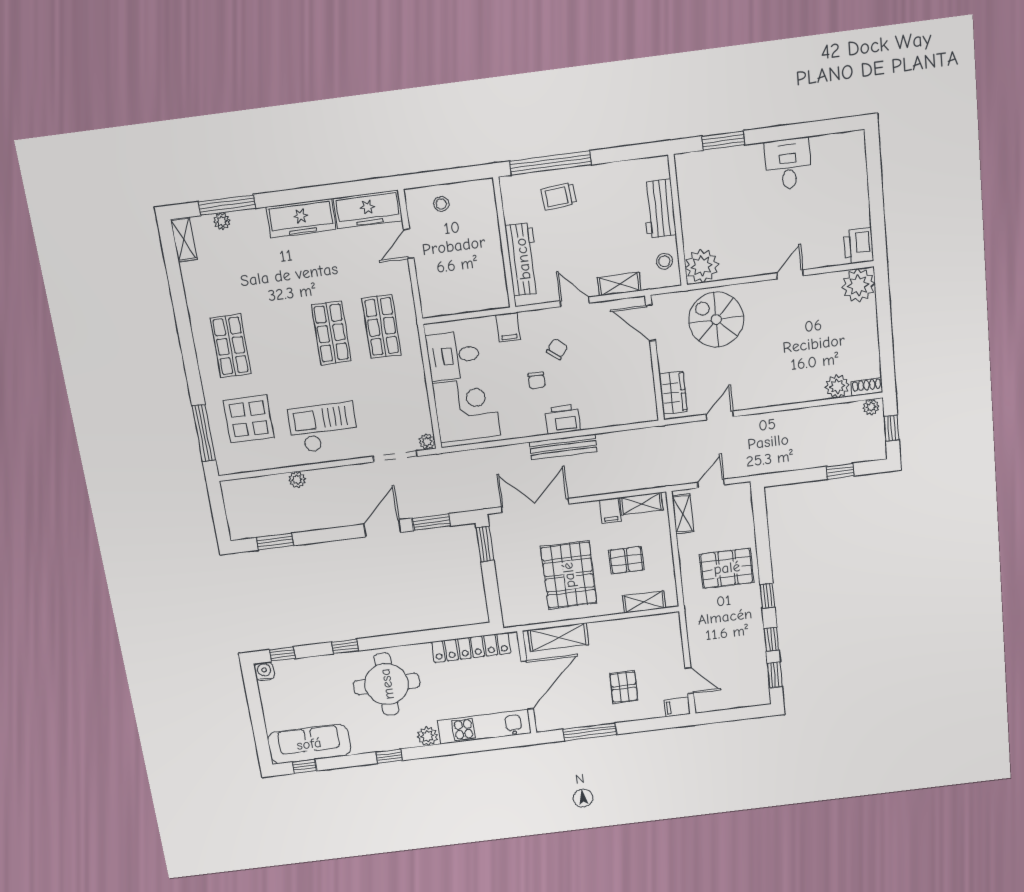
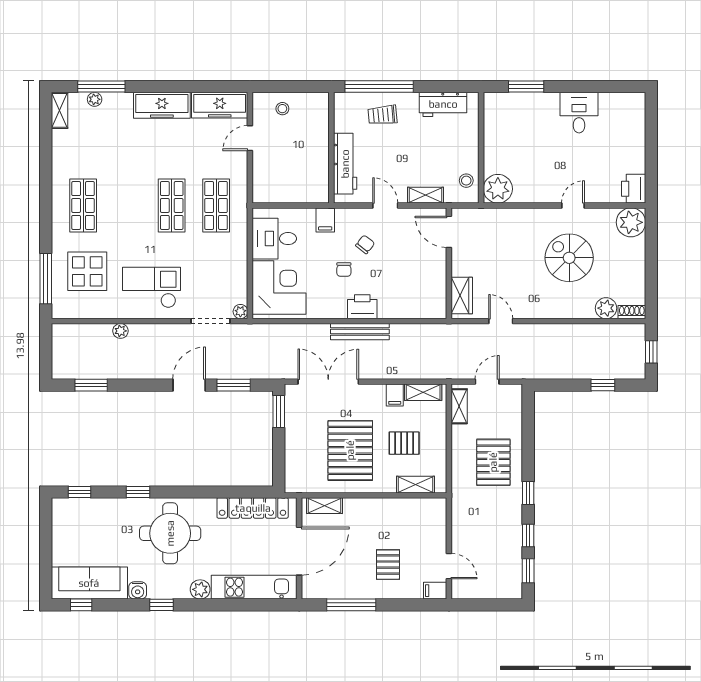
workbench: (659, 209) -> (443, 104), moved, turned -90
spiral stairs: (716, 320) -> (569, 258), moved
plant: (871, 407) -> (634, 330), removed
door: (720, 416) -> (501, 321), hinge flipped
pallet: (727, 568) -> (493, 462), turned 90
shelving: (558, 637) -> (325, 506), width x0.67, depth x0.75
water cooler: (264, 671) -> (138, 590), moved, turned 180

